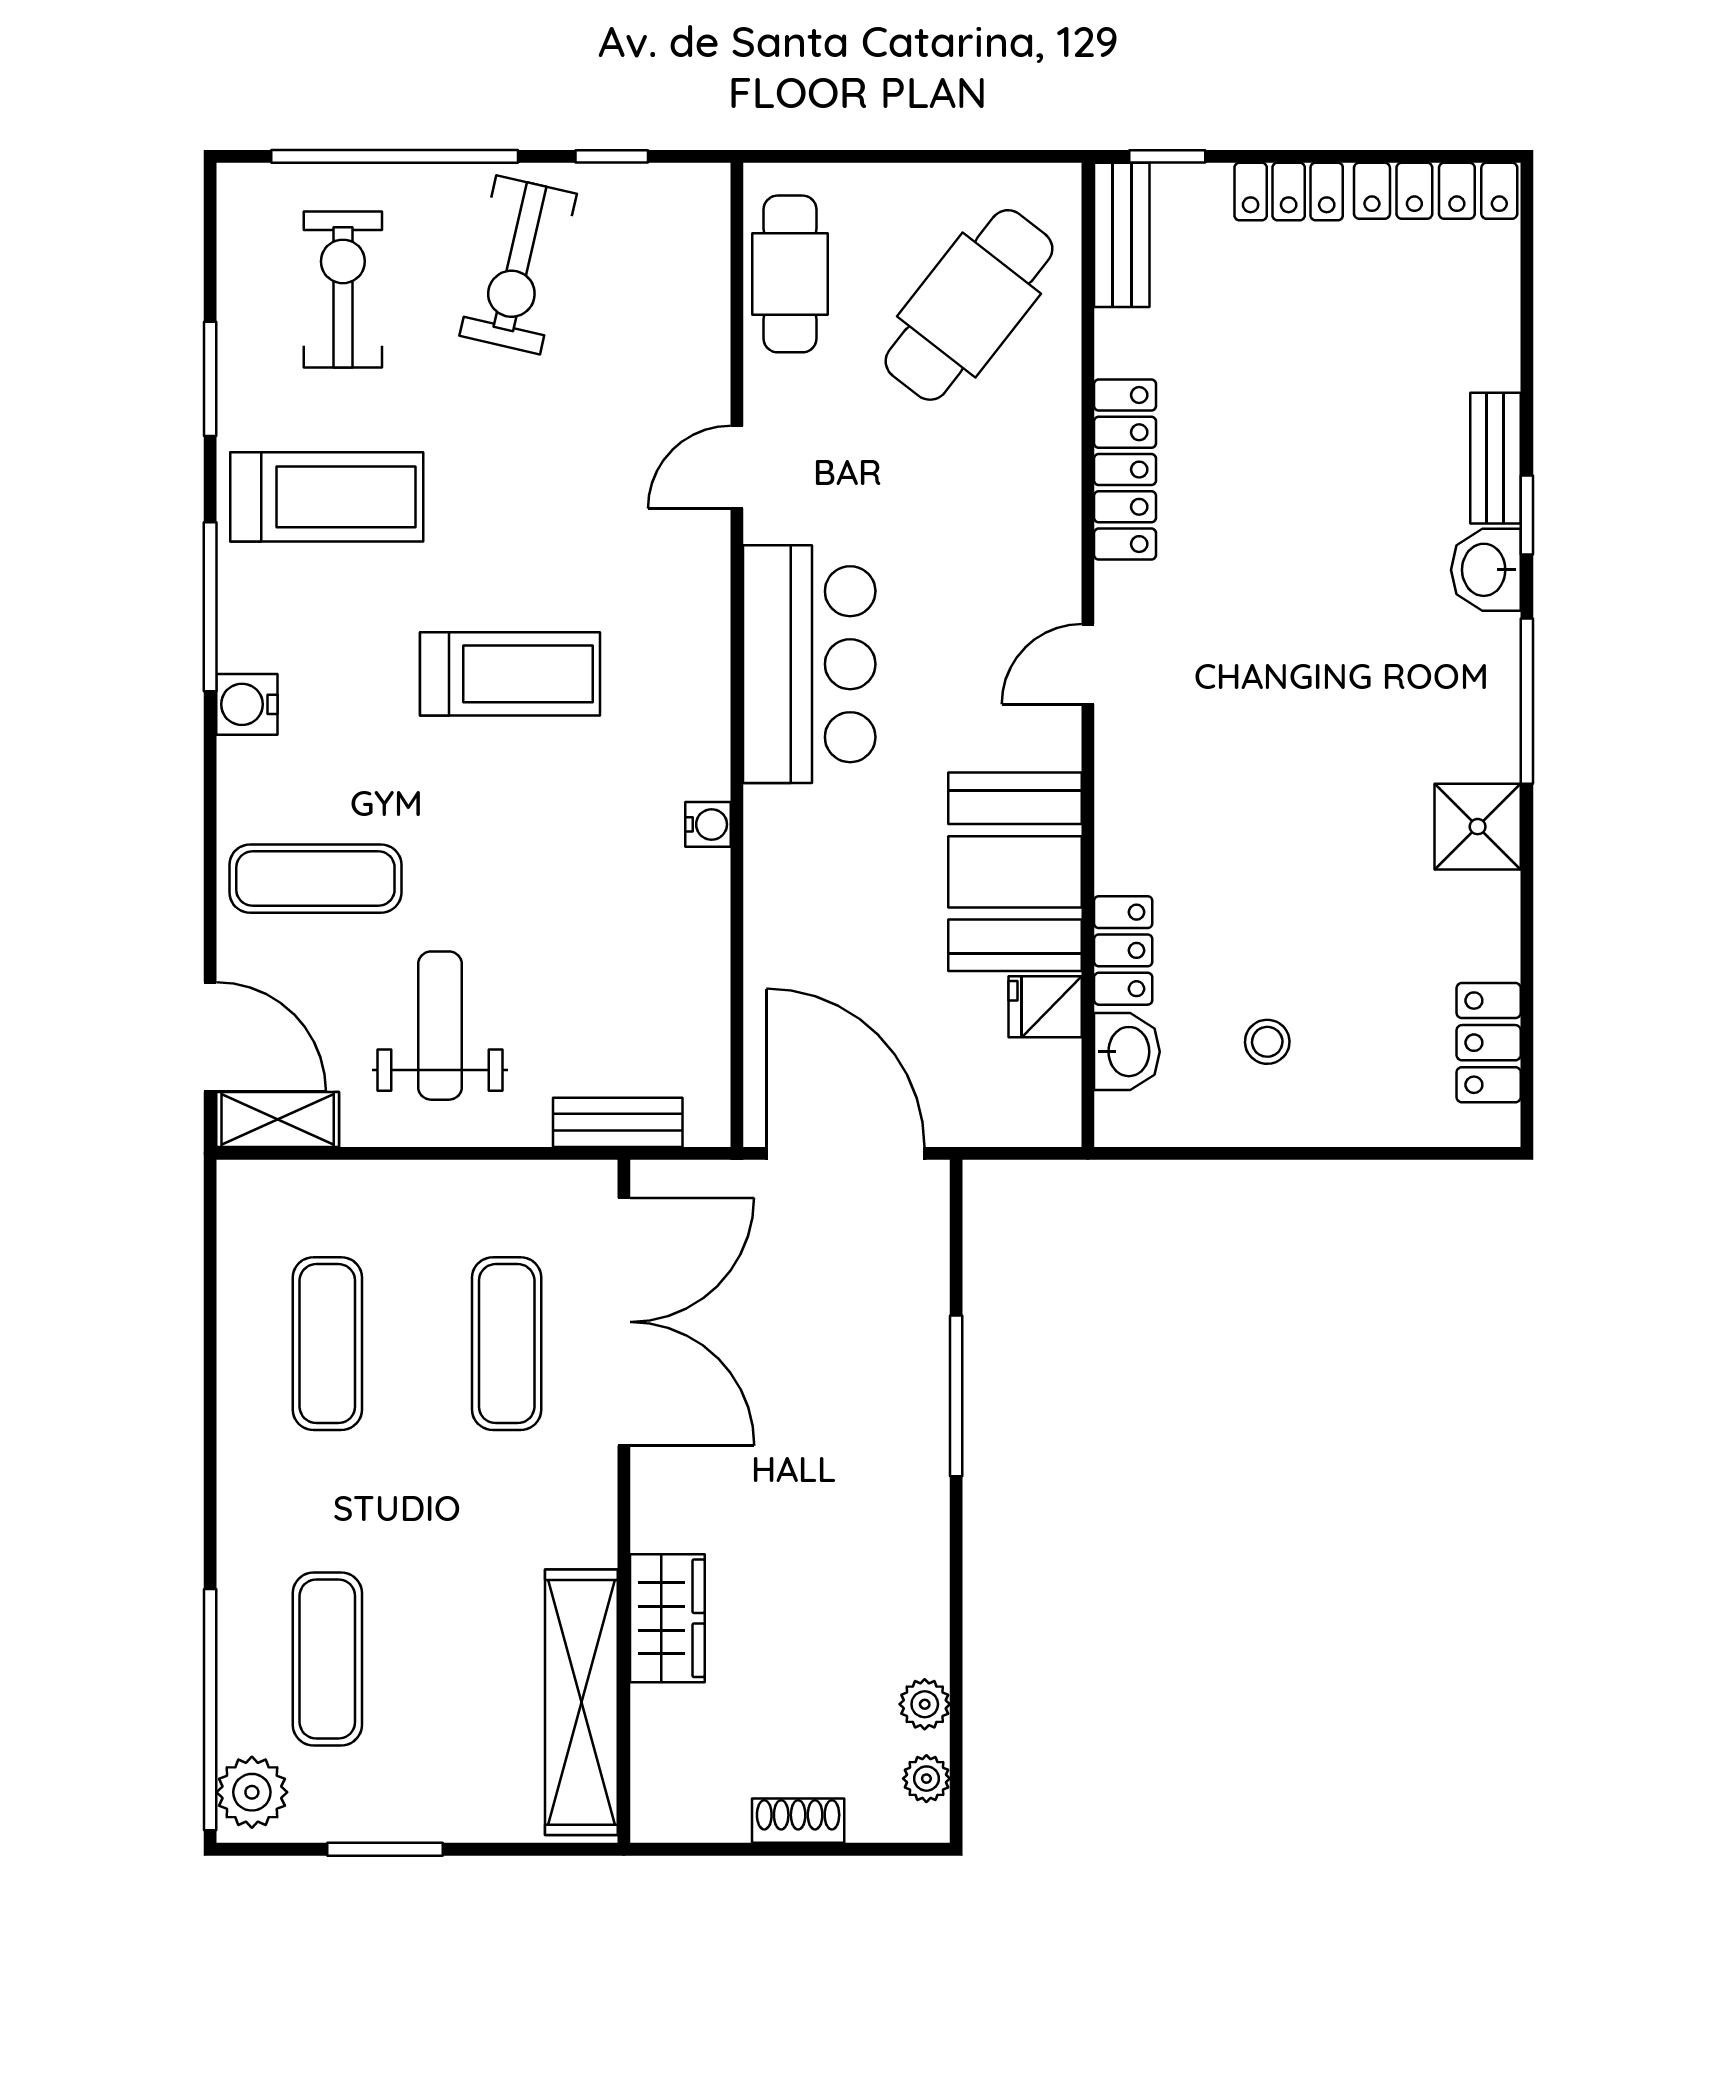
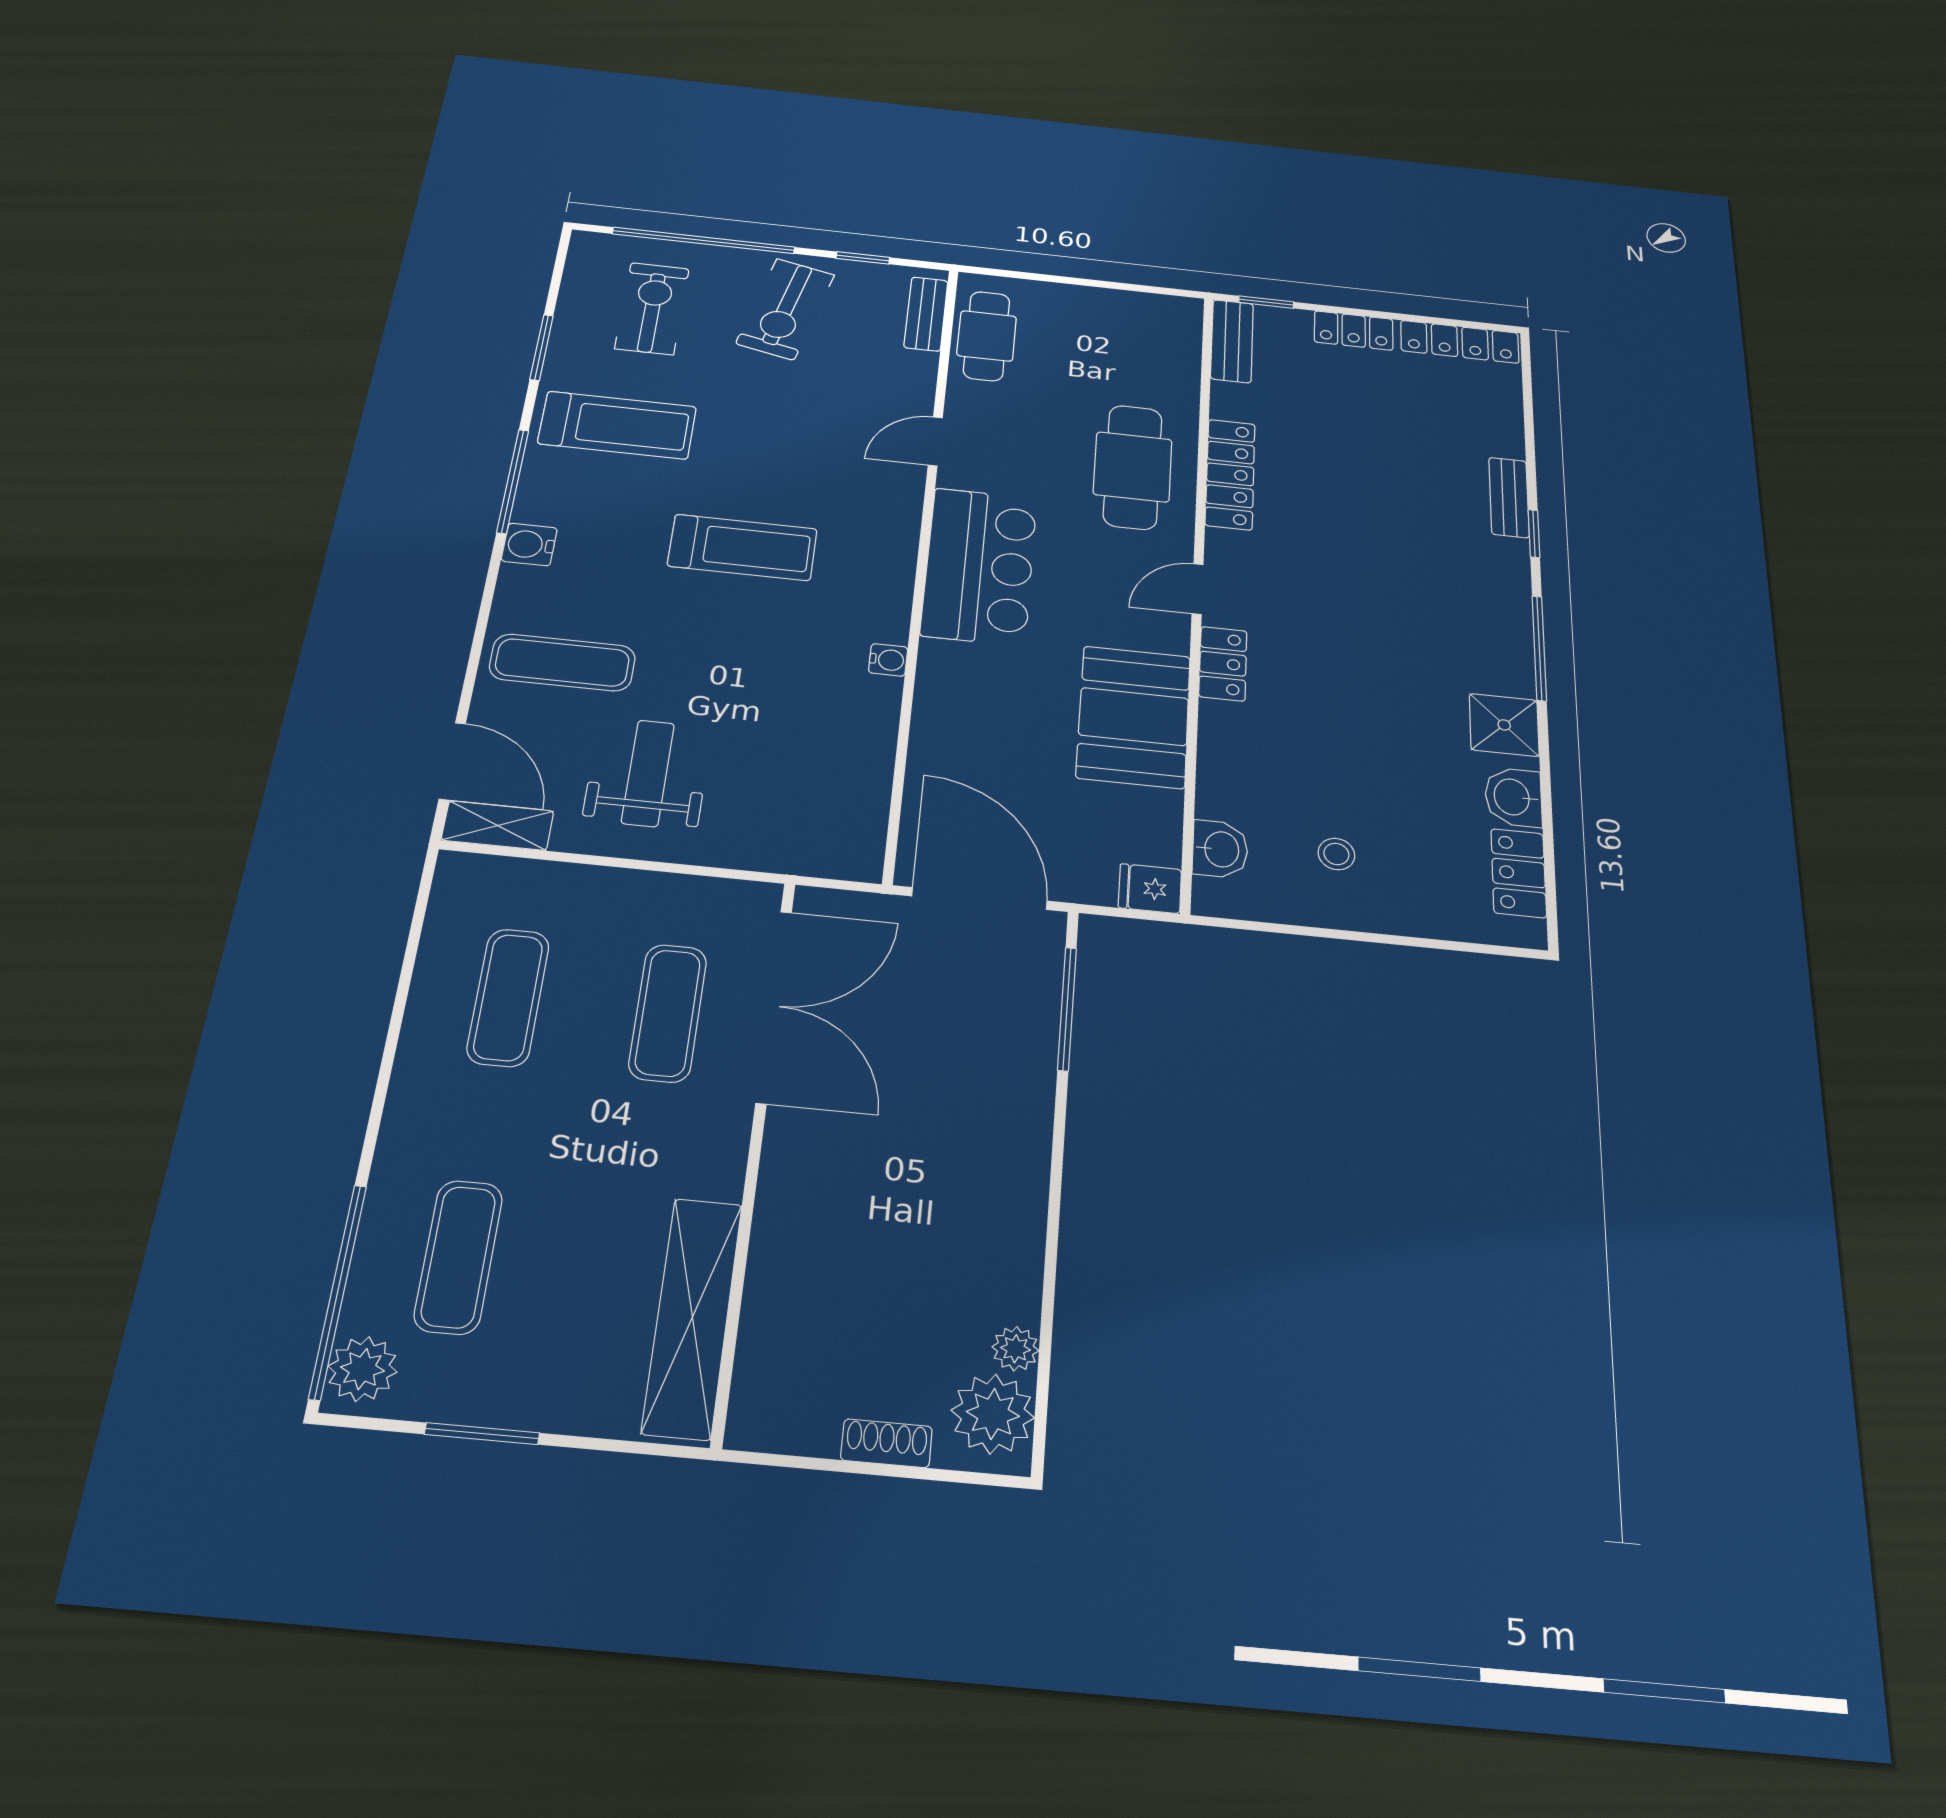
cafe table: (969, 305) -> (1133, 467), moved, turned -38
washbasin: (1486, 570) -> (1513, 797), moved
locker: (1123, 950) -> (1223, 664), moved
fridge: (1045, 1007) -> (1150, 889), moved
bench: (618, 1122) -> (926, 314), moved, turned 90
window: (956, 1396) -> (1067, 1009), moved
wardrobe: (667, 1618) -> (783, 1251), removed
plant: (926, 1779) -> (993, 1414), width x1.87, depth x1.87

